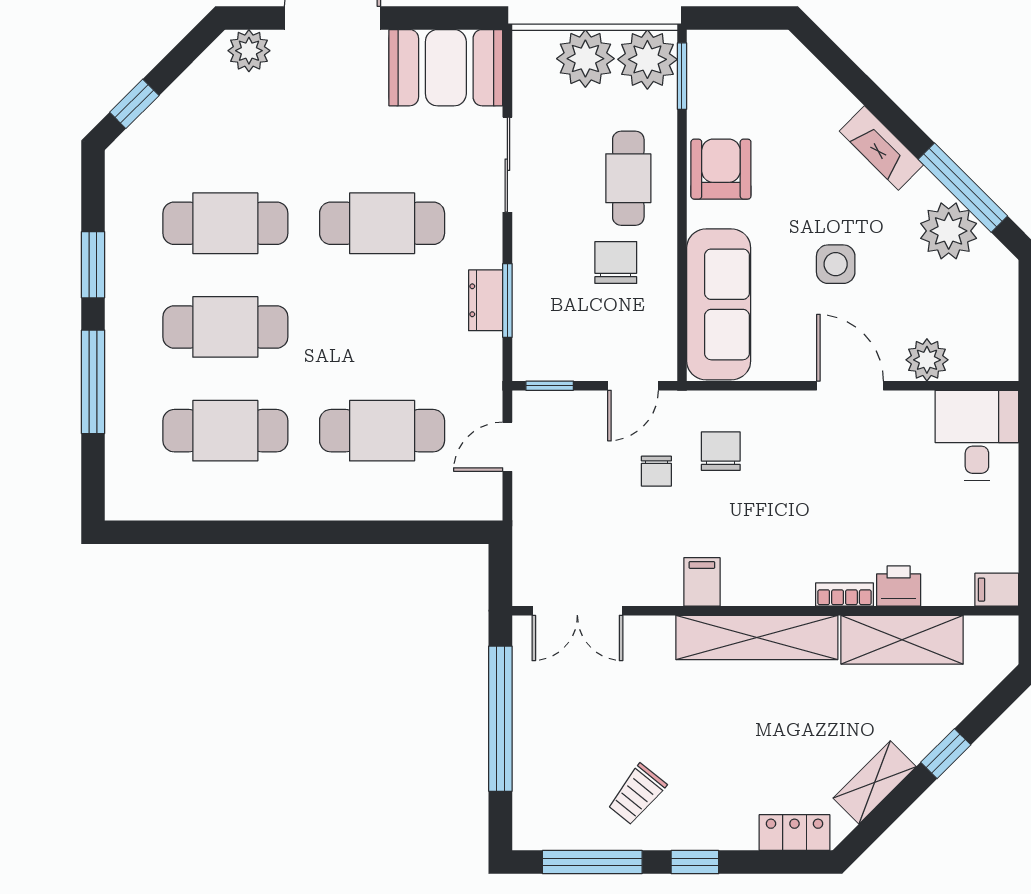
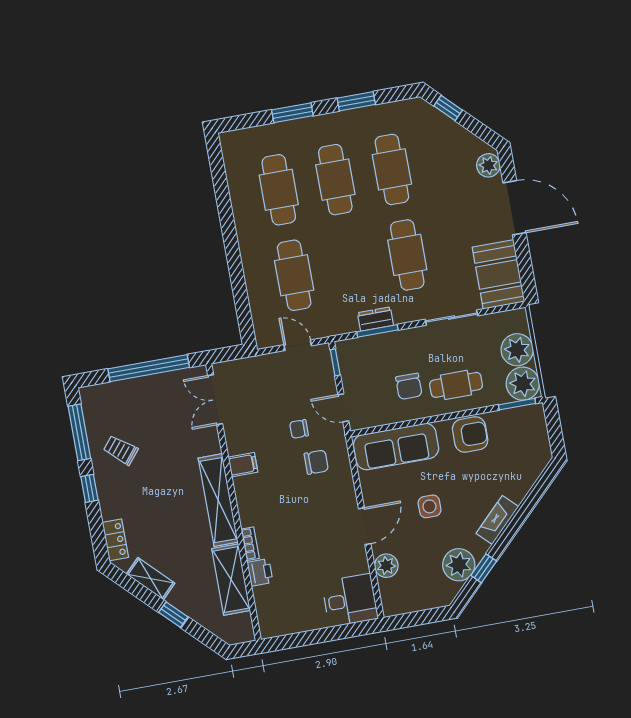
window: (963, 188) -> (484, 568), width x0.46
chair: (616, 262) -> (409, 386), turned 90
window: (93, 382) -> (292, 113), width x0.69
filing cabinet: (997, 590) -> (268, 626), removed

